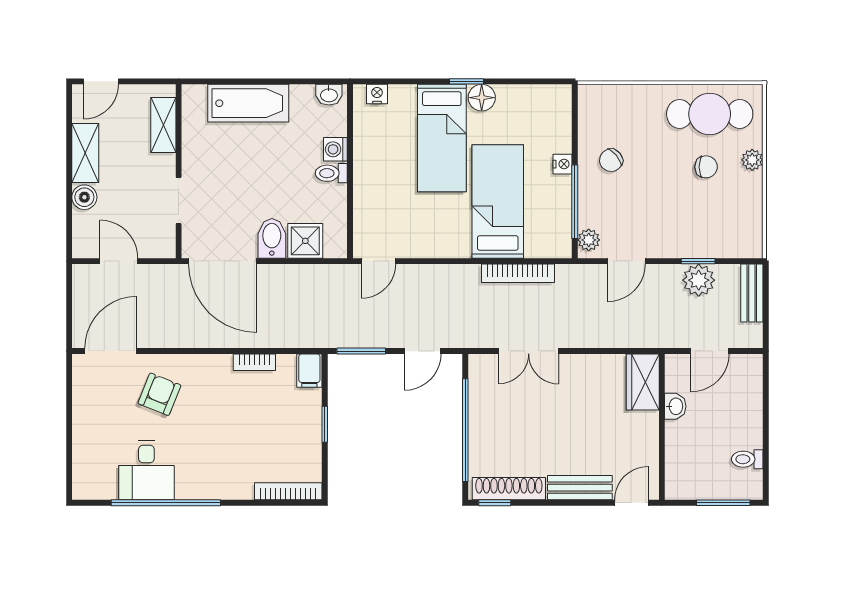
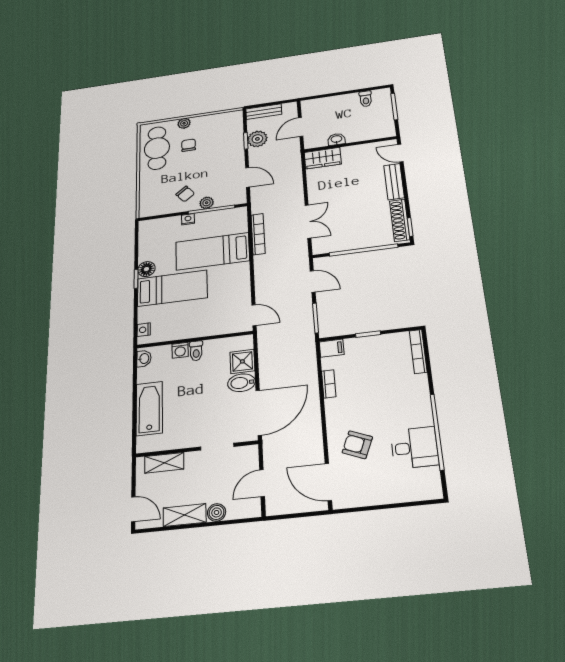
plant: (589, 240) -> (207, 203), moved
door: (710, 351) -> (301, 127), swing flipped

